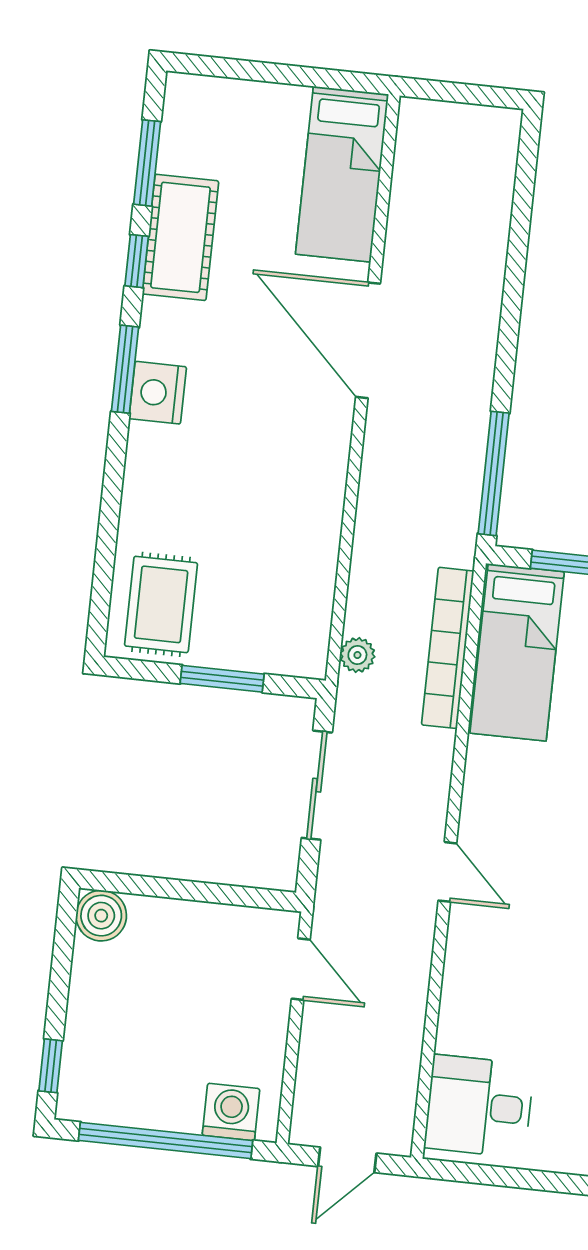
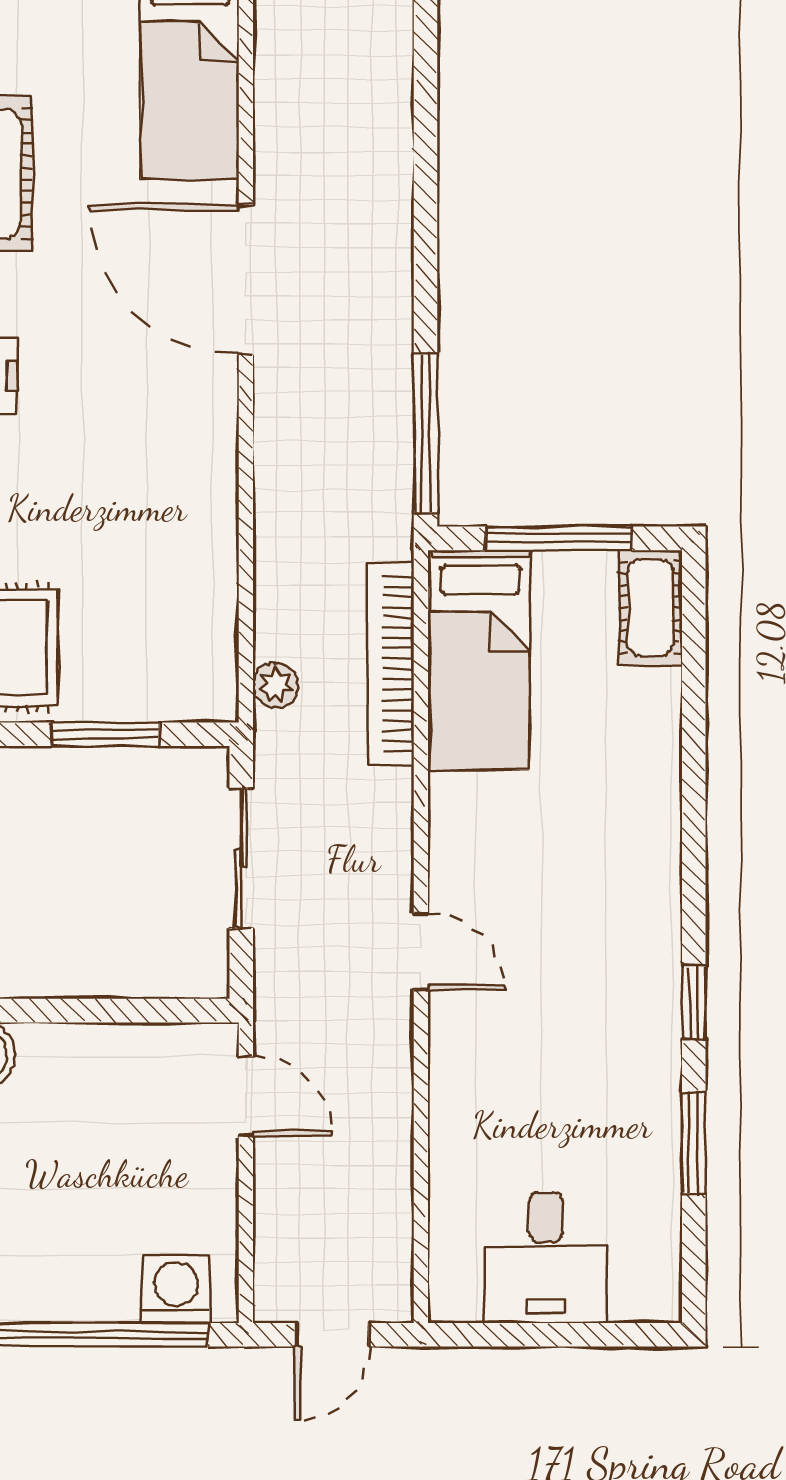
desk: (479, 1106) -> (546, 1257), moved, turned -90

